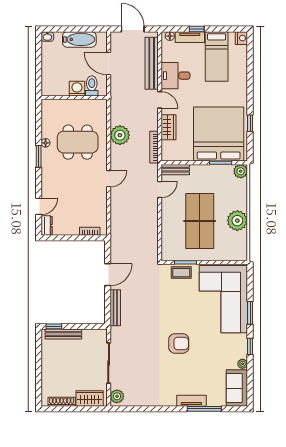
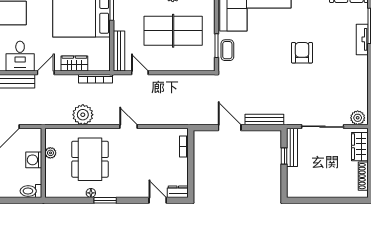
toilet: (92, 86) -> (31, 191), moved
plant: (84, 104) -> (50, 153), added
bench: (175, 170) -> (119, 51), width x1.36
window: (54, 326) -> (284, 156), moved
bench: (63, 334) -> (292, 147), moved

